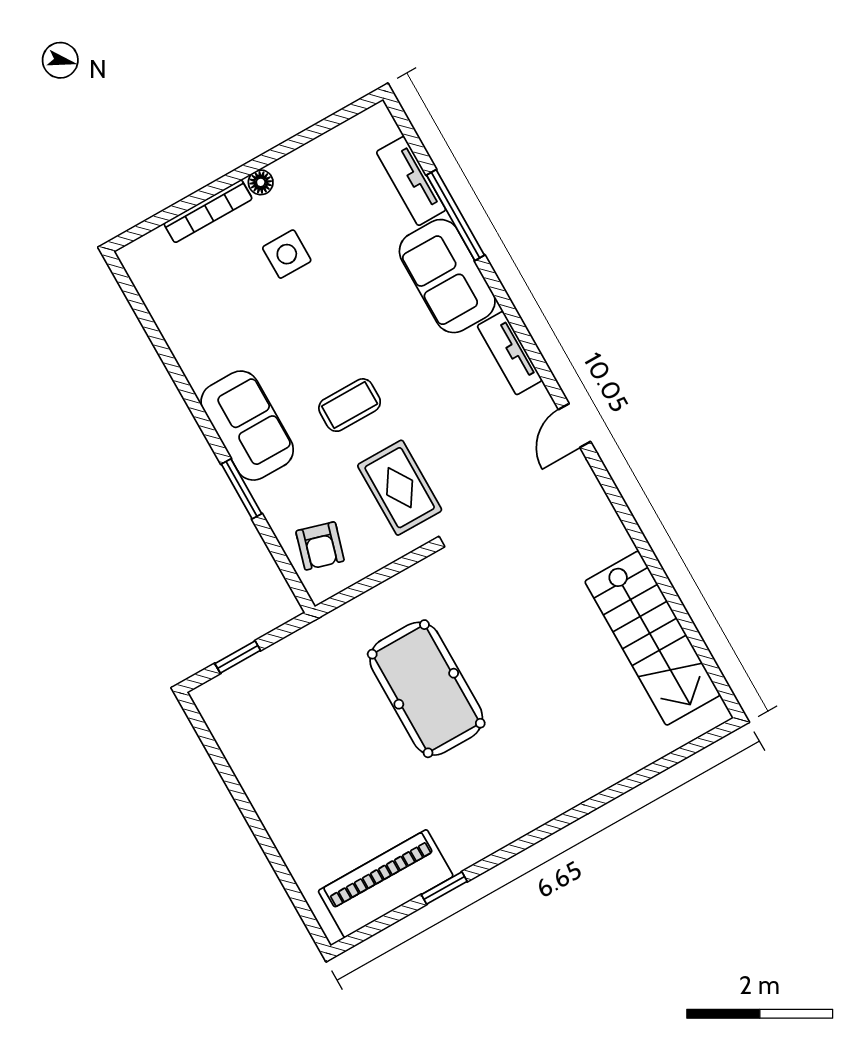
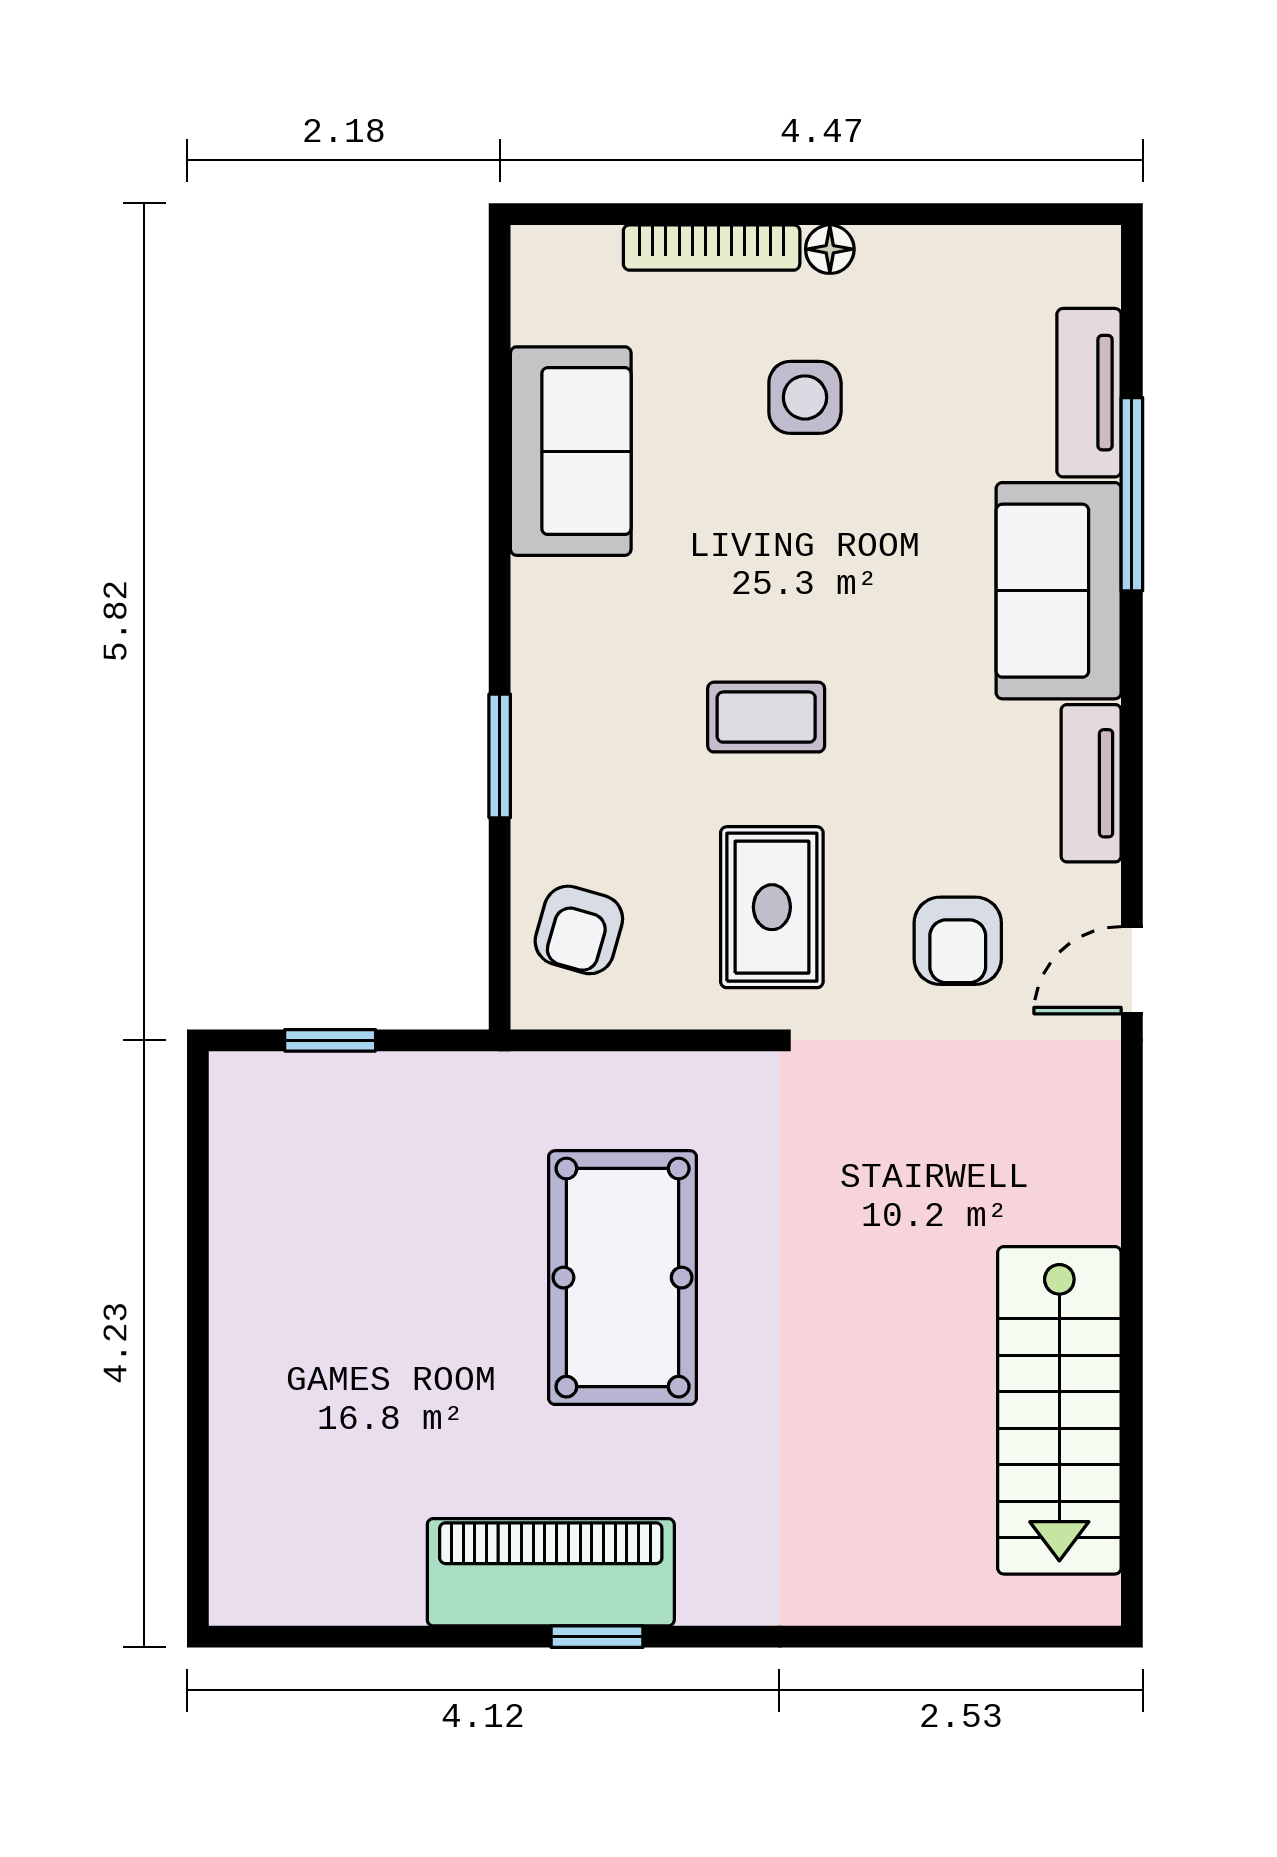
sofa: (247, 426) -> (571, 451), moved
armchair: (490, 456) -> (958, 941), added
piano: (386, 884) -> (551, 1572), moved
window: (444, 888) -> (597, 1637), moved

